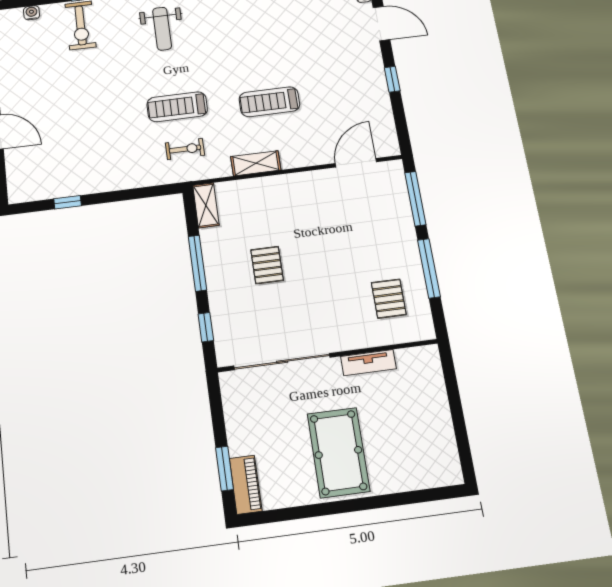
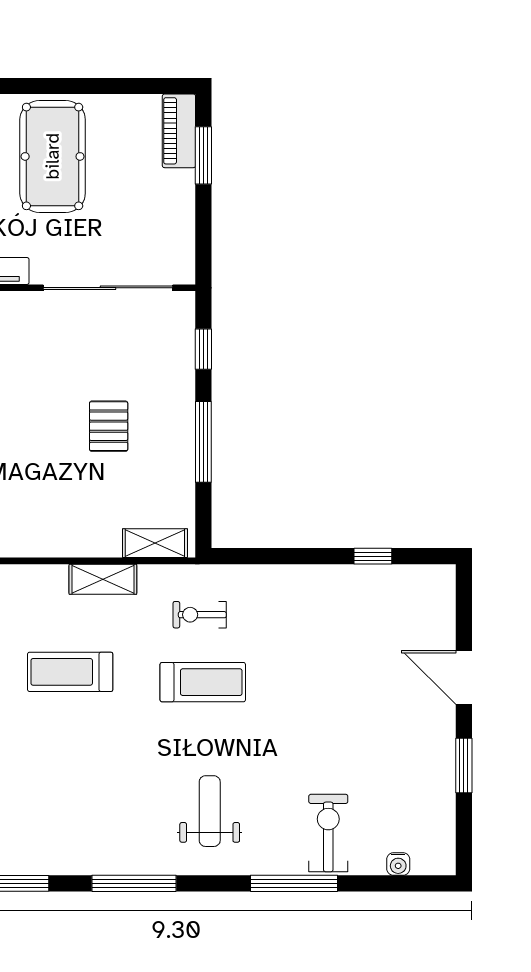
treadmill: (269, 102) -> (70, 672), turned 180
shelving: (206, 205) -> (155, 543), moved, turned 90

